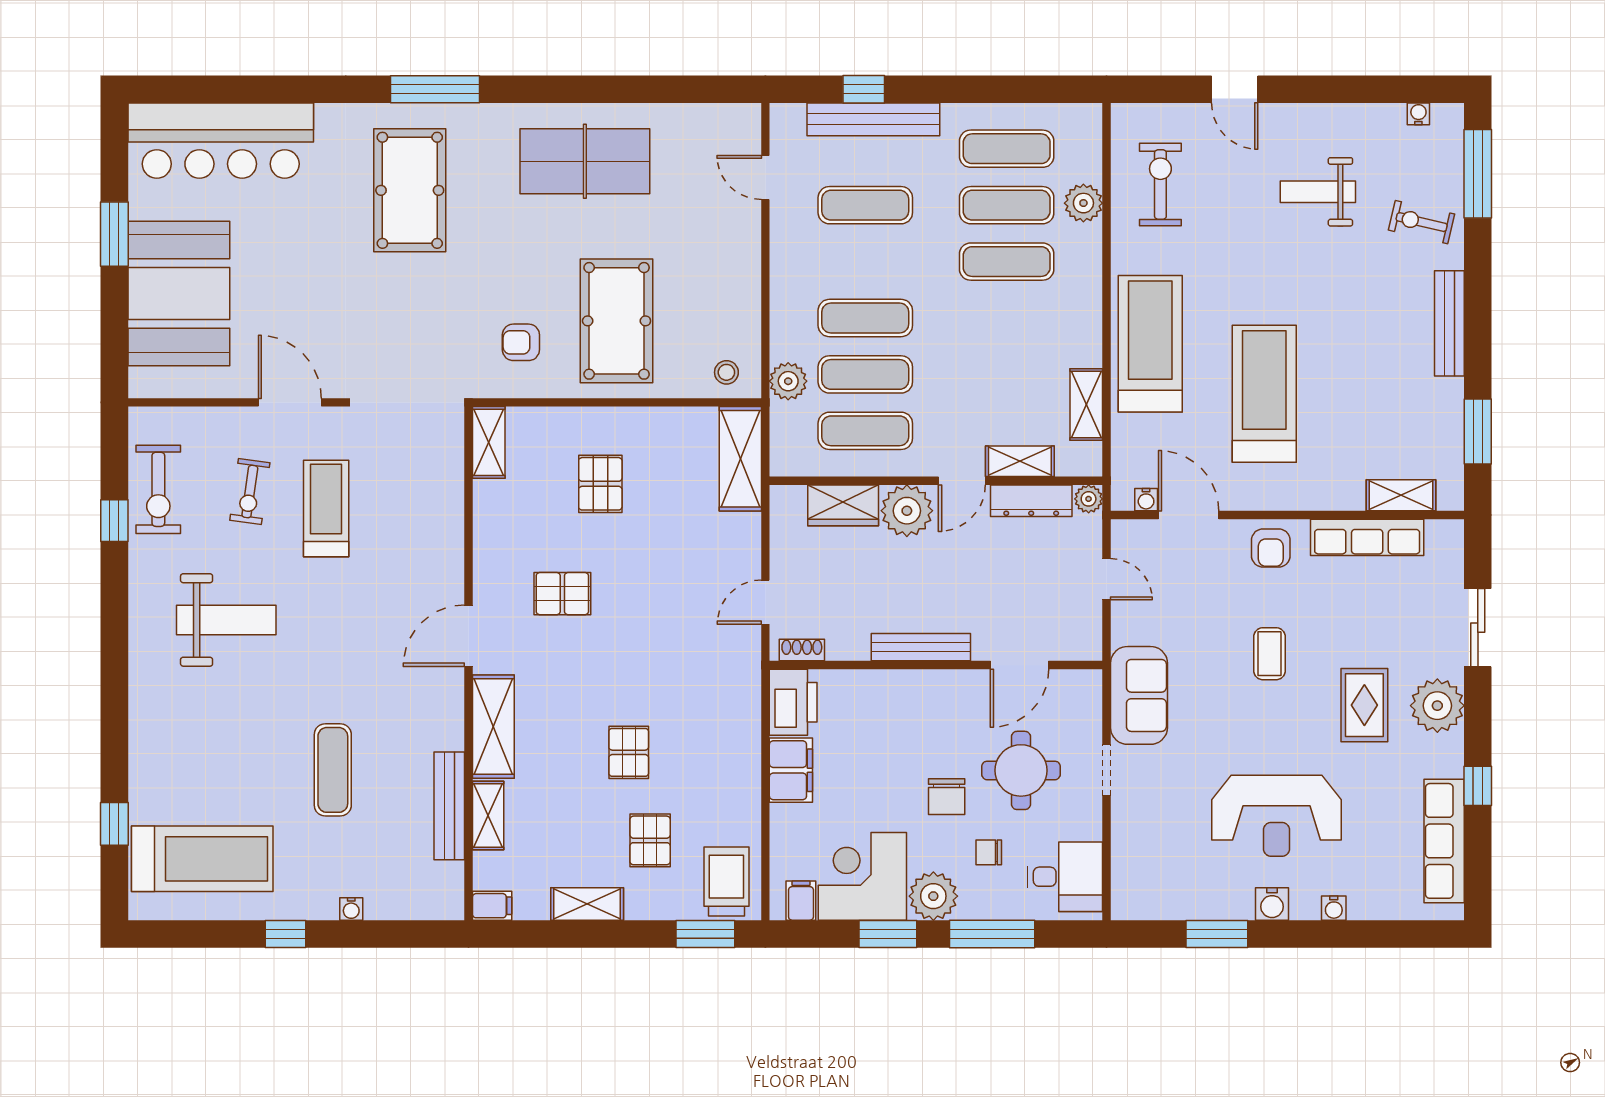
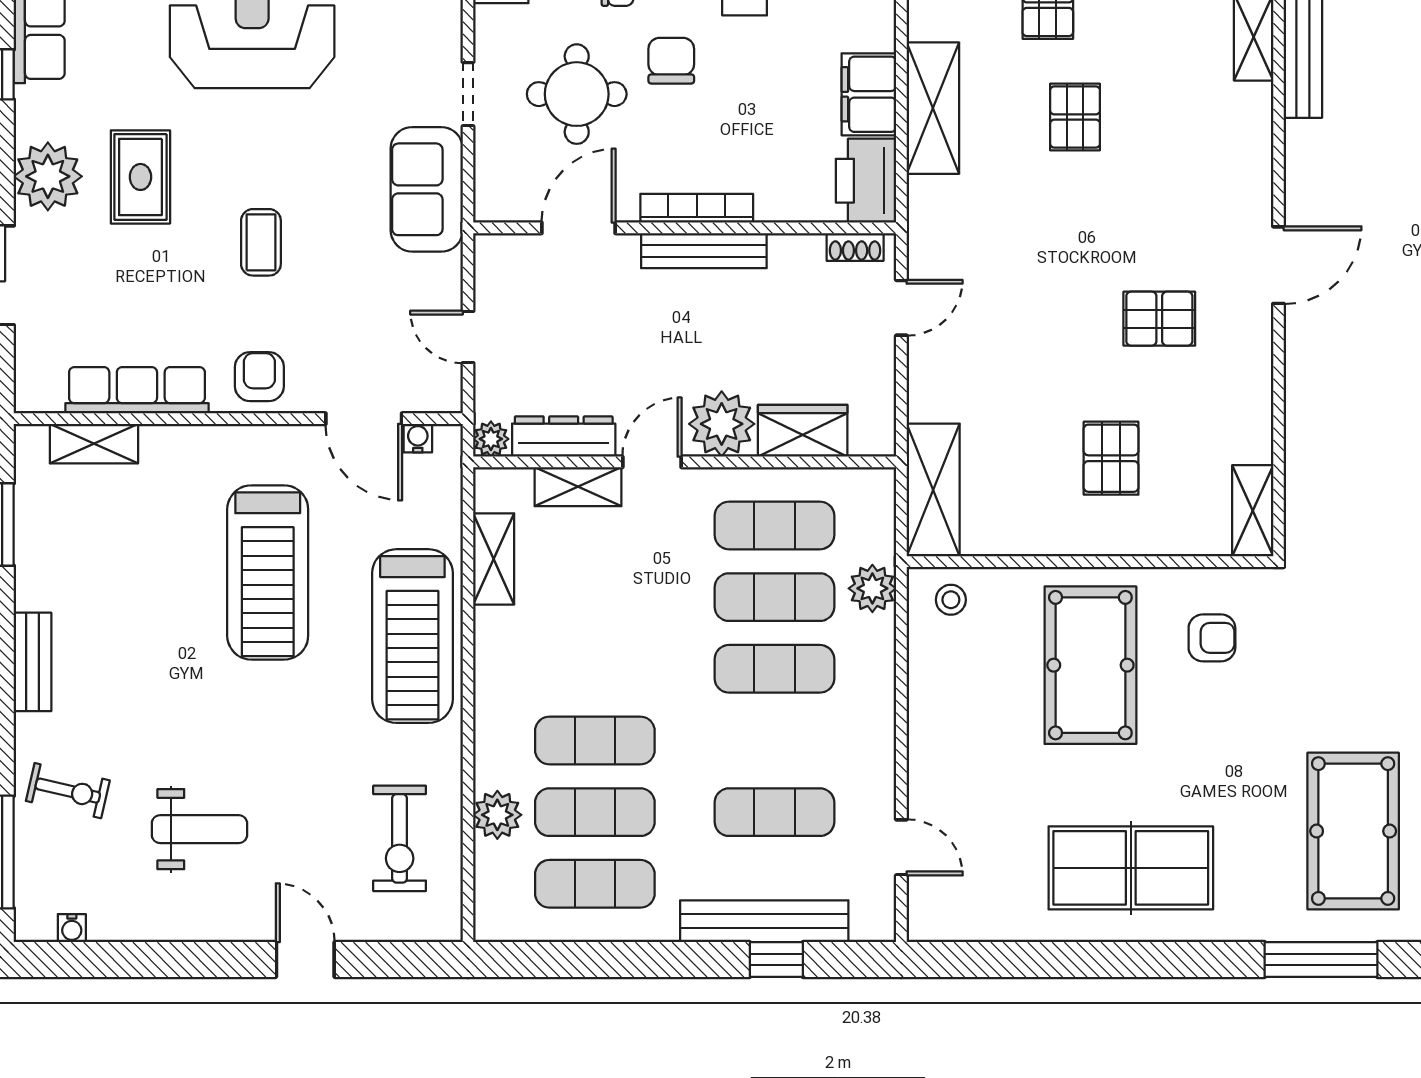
bench: (1449, 323) -> (33, 662), width x0.73
bookcase: (927, 681) -> (697, 208), added
shelving: (493, 727) -> (933, 108), moved

